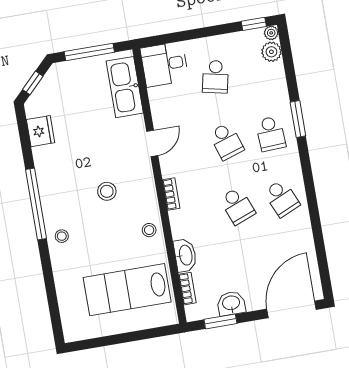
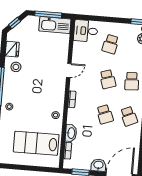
kitchen sink: (125, 87) -> (55, 25), moved, turned -90
stool: (107, 191) -> (16, 67), moved
washbasin: (231, 303) -> (98, 165), moved

